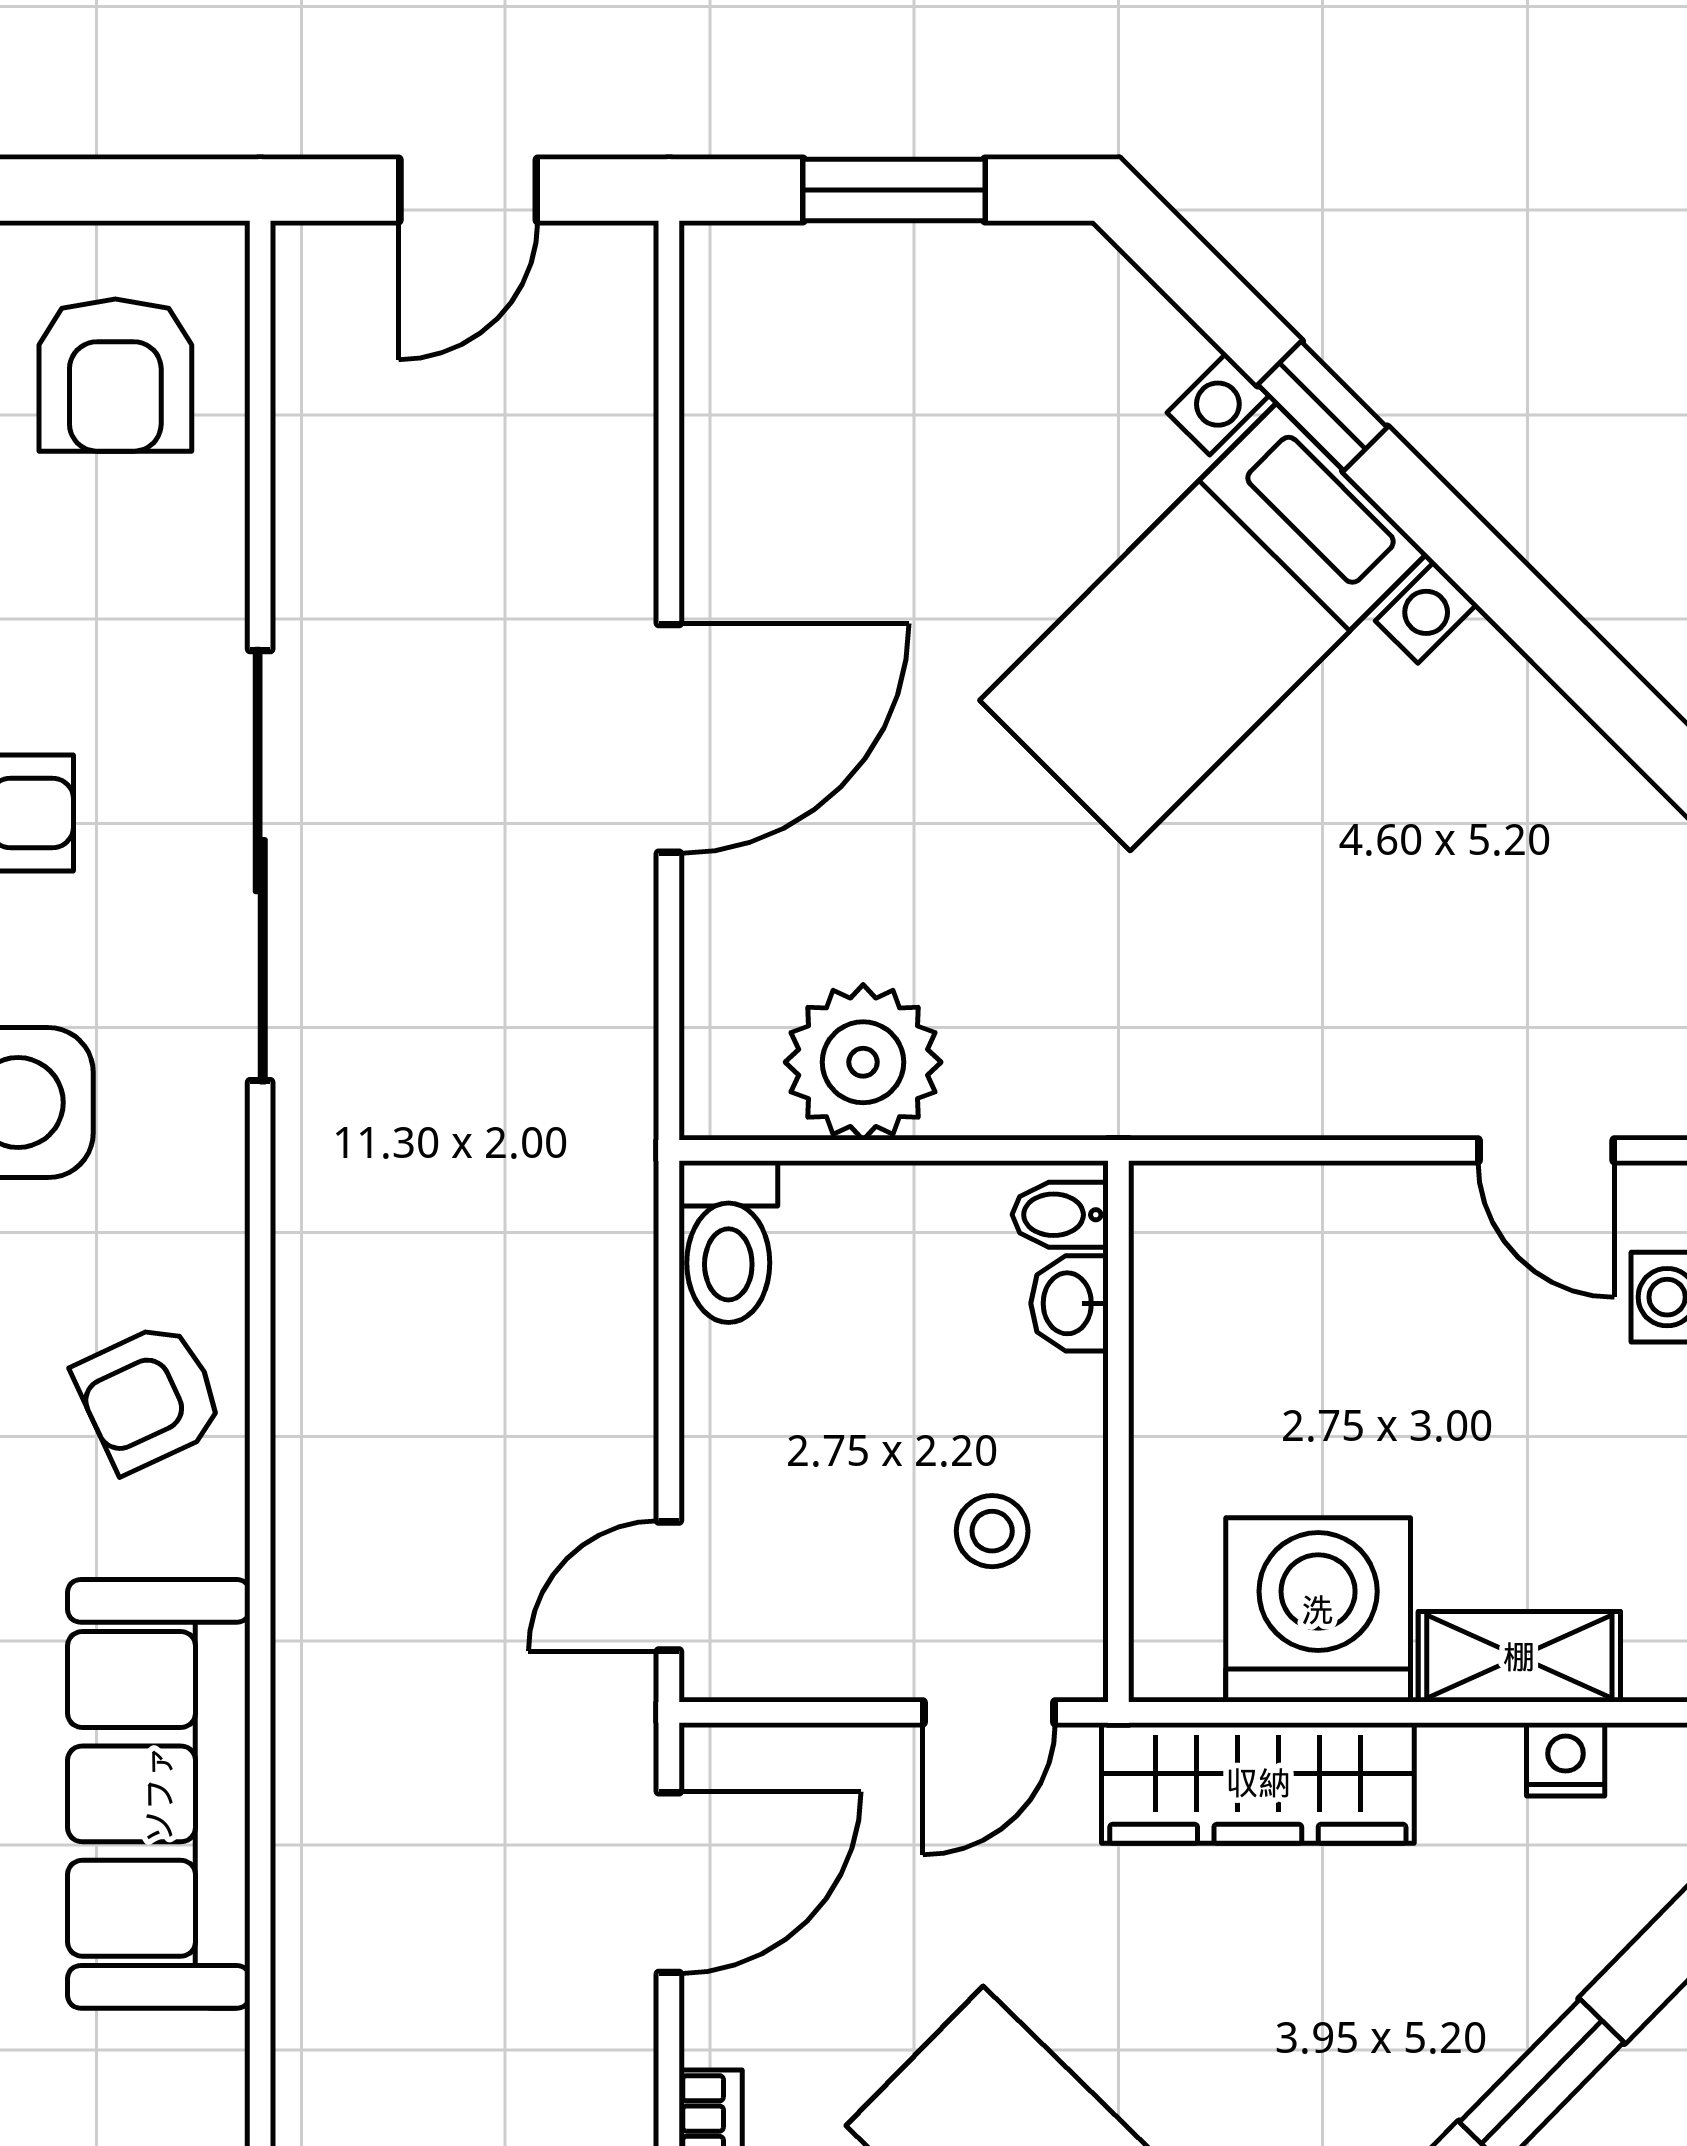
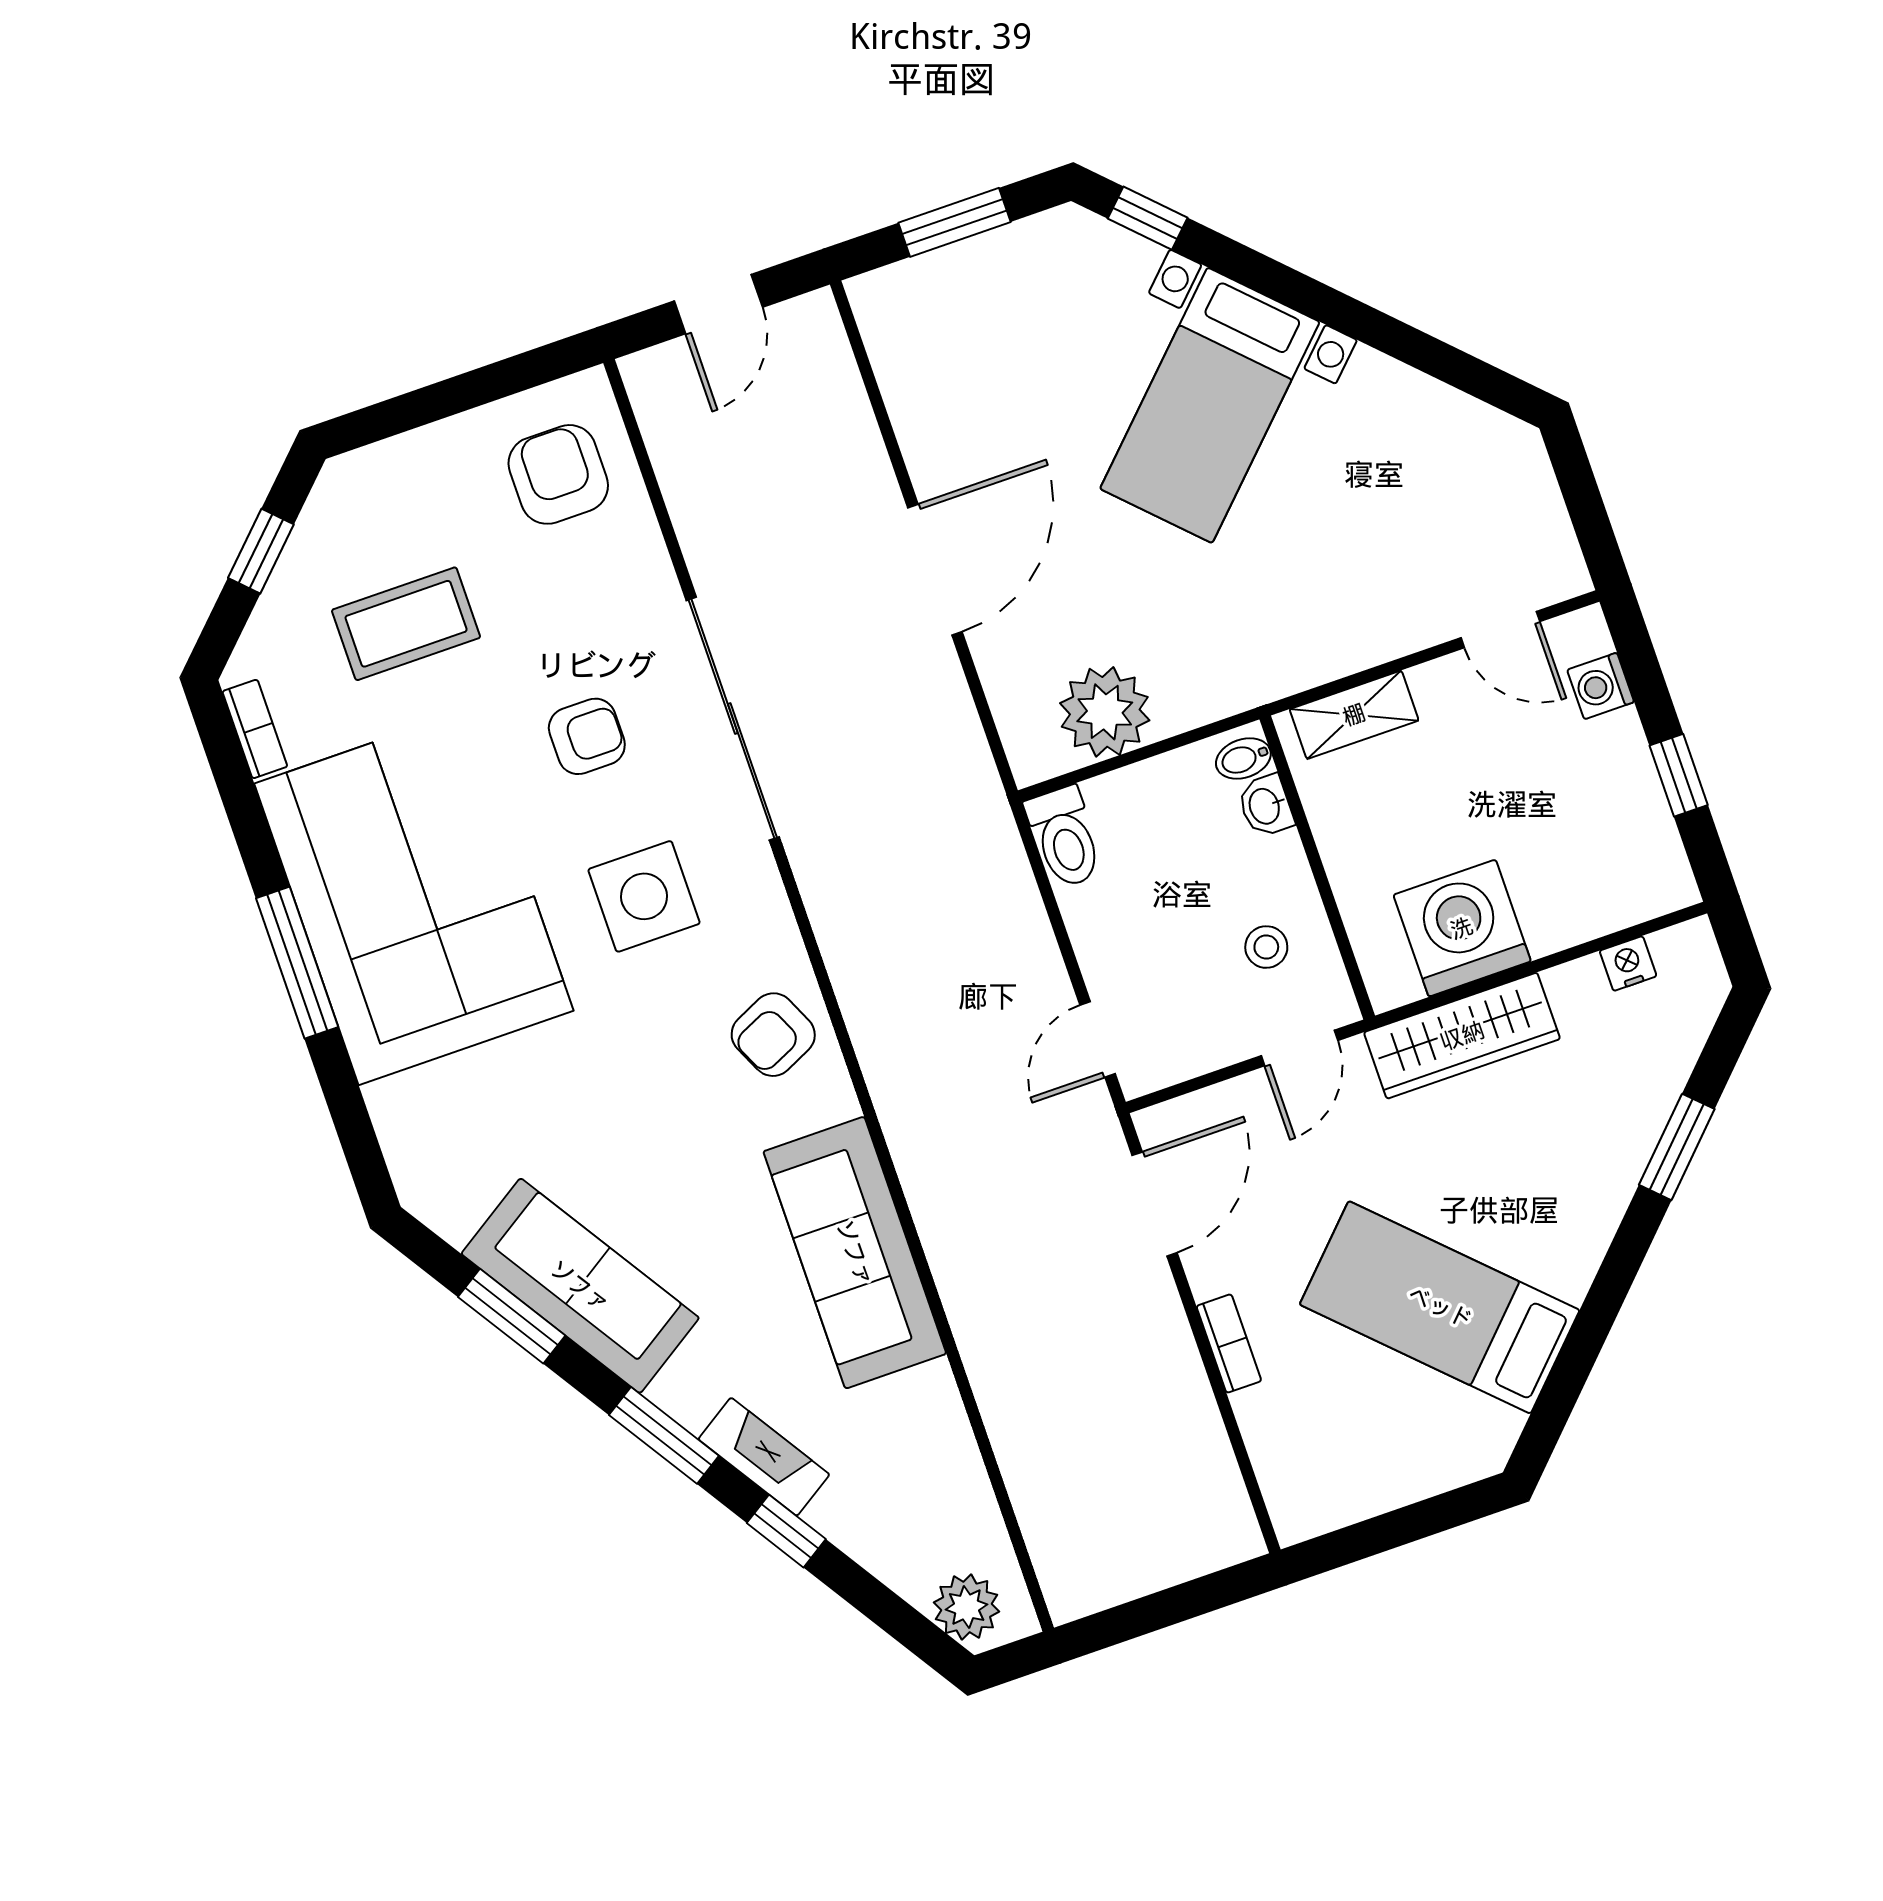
armchair: (115, 375) -> (558, 474), turned 180
window: (1322, 406) -> (1148, 218), moved
shelving: (1519, 1657) -> (1354, 715), moved

